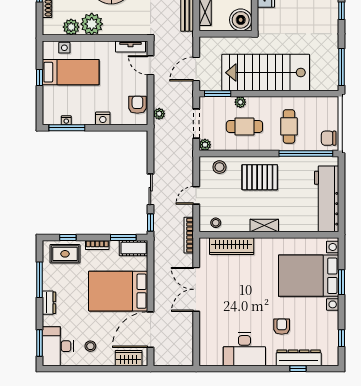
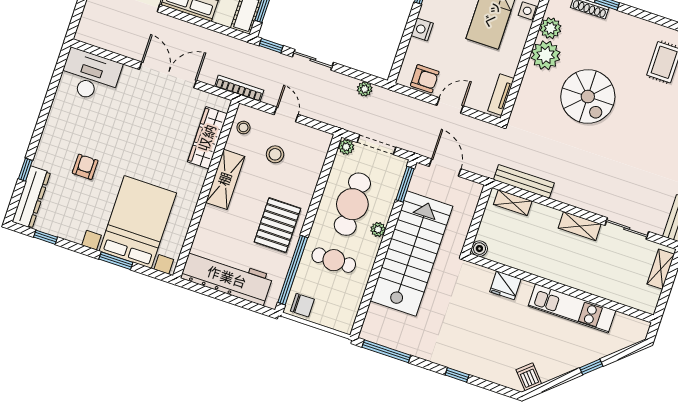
boiler: (241, 20) -> (479, 249), width x0.54, depth x0.54
door: (151, 65) -> (450, 106), moved
plant: (240, 102) -> (378, 229), moved
plant: (159, 114) -> (365, 89), moved
cafe table: (244, 127) -> (352, 204), width x1.37, depth x1.35
chair: (329, 138) -> (302, 305), turned 90
stool: (219, 167) -> (275, 154), moved
pallet: (260, 177) -> (277, 225), moved
shelving: (264, 225) -> (225, 179), width x1.50, depth x1.33
armchair: (282, 327) -> (85, 167), turned -90
desk: (244, 349) -> (90, 76), moved, turned 90
dresser: (299, 358) -> (31, 197), moved

